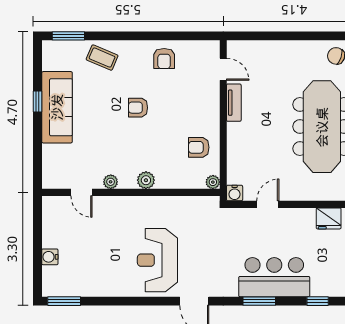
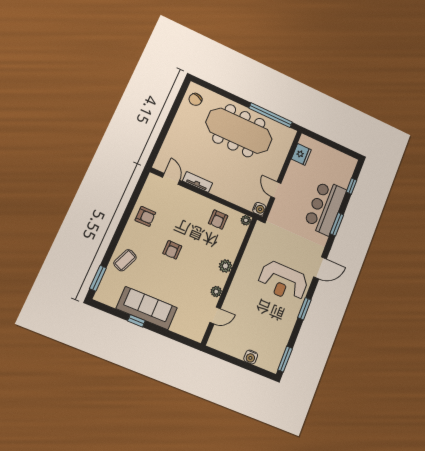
door: (223, 69) -> (171, 179), hinge flipped
window: (135, 301) -> (304, 309), added

